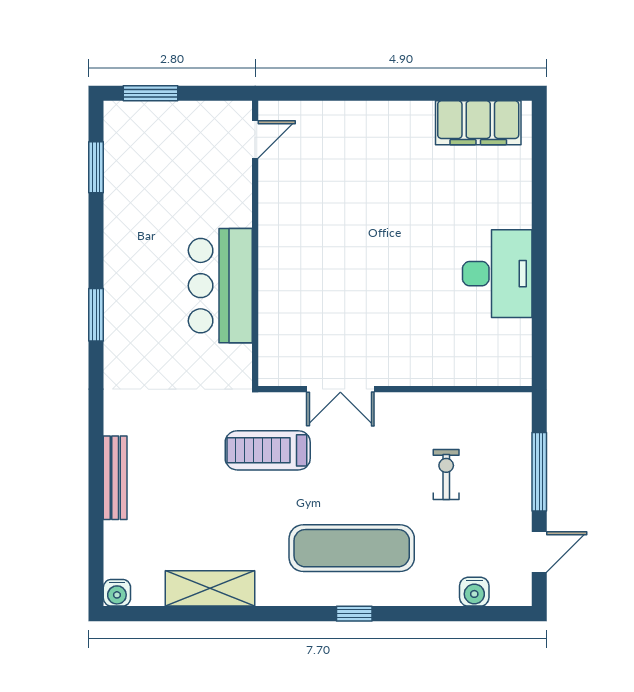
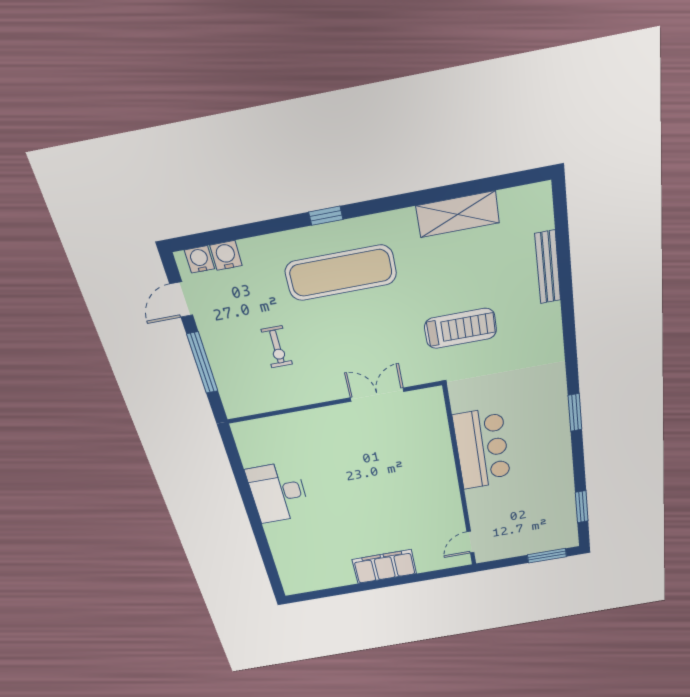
filing cabinet: (478, 123) -> (384, 567), moved
treadmill: (268, 450) -> (460, 328), moved
bench: (115, 478) -> (548, 267), moved
water cooler: (117, 593) -> (199, 259), moved

